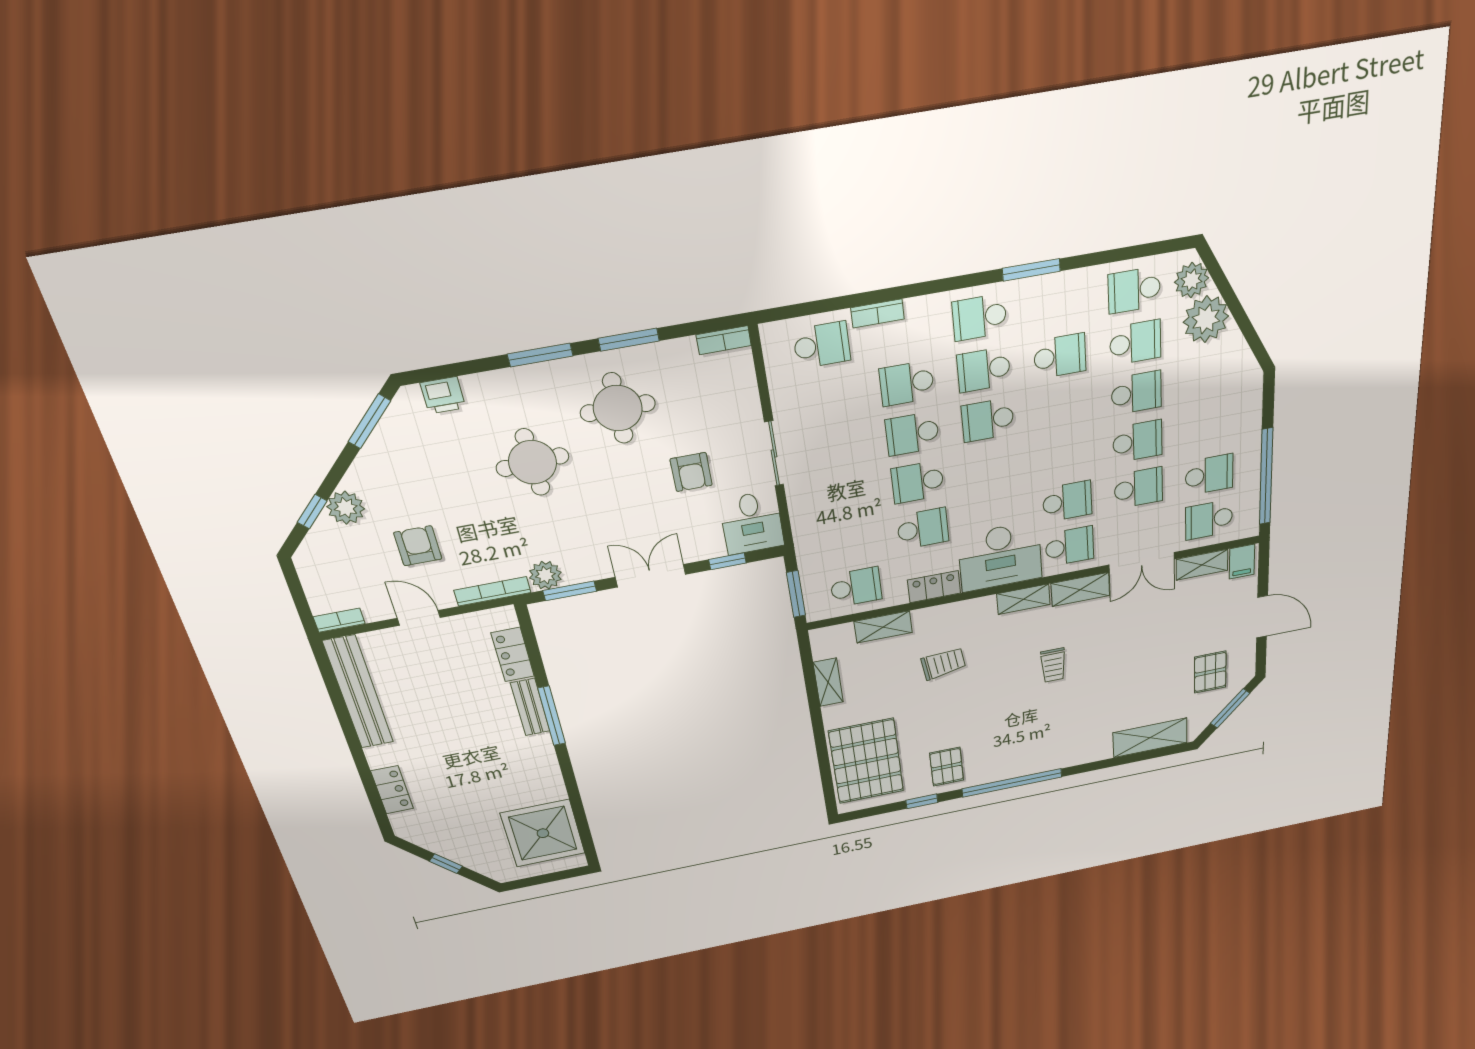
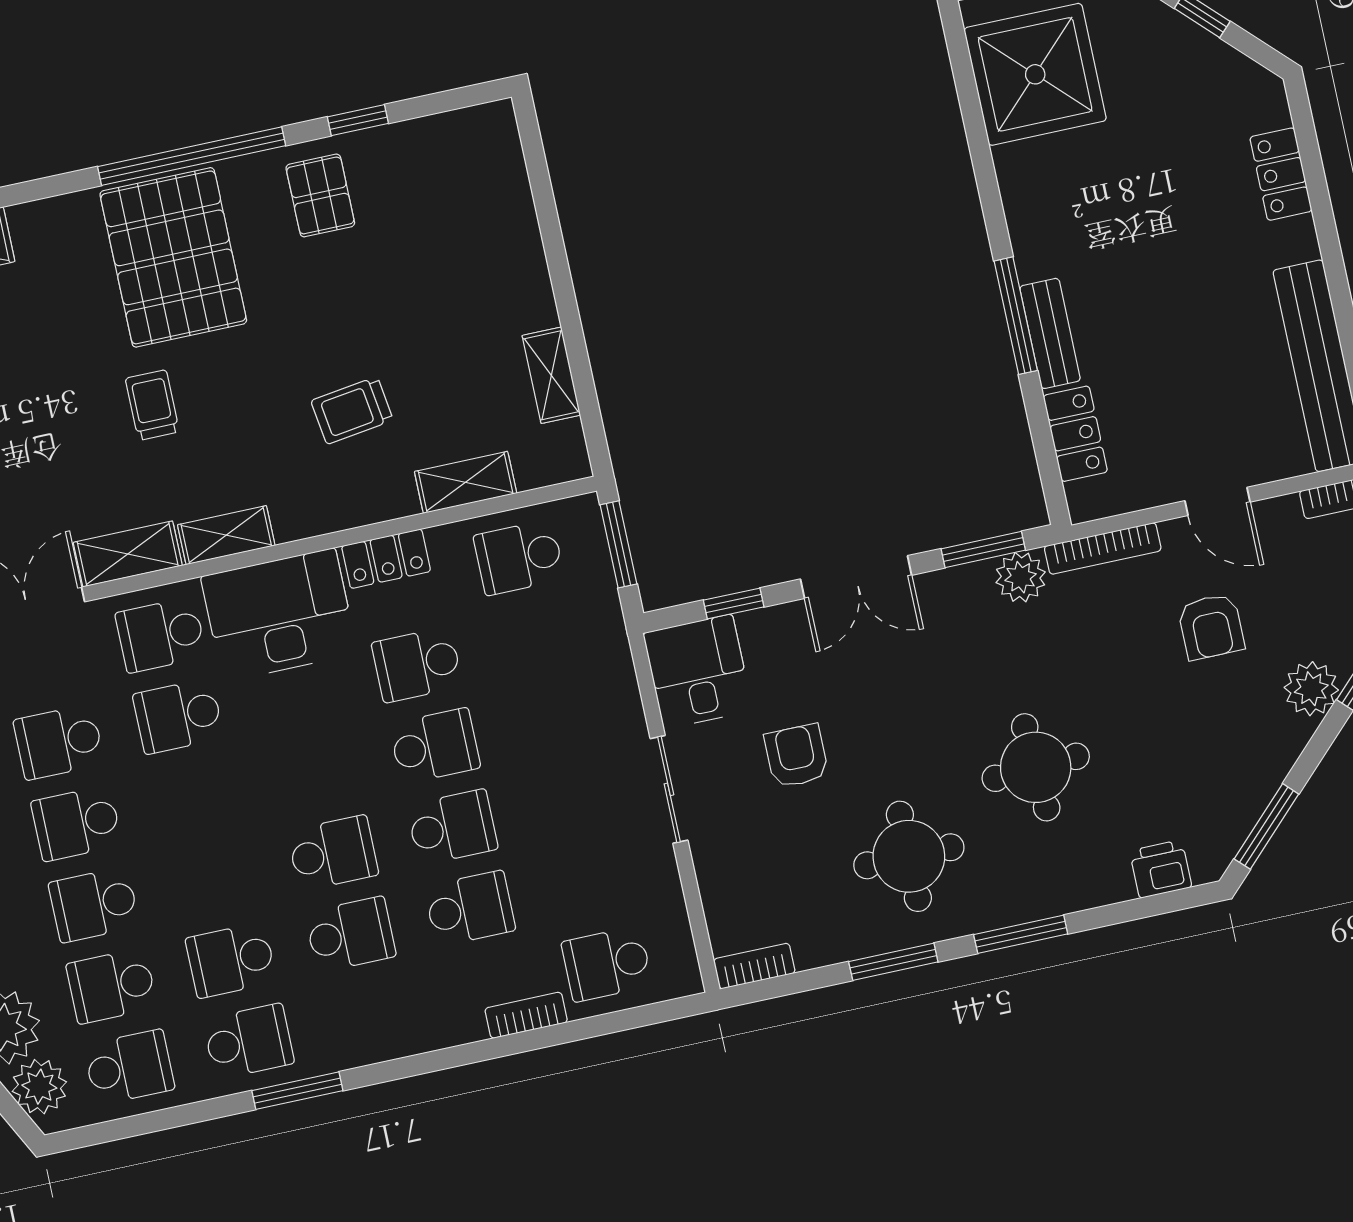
school desk: (979, 317) -> (249, 1041), moved
pallet: (866, 761) -> (173, 257), moved

